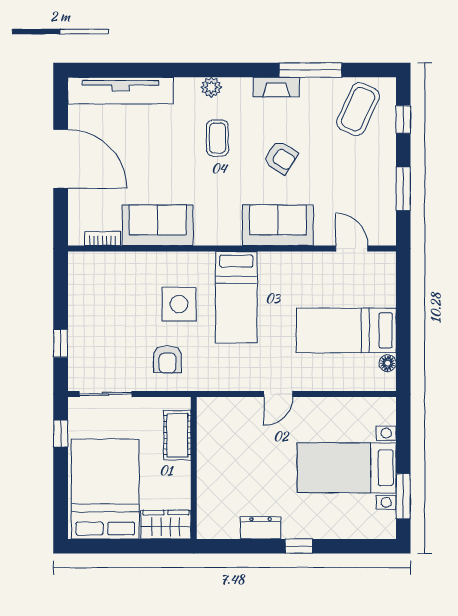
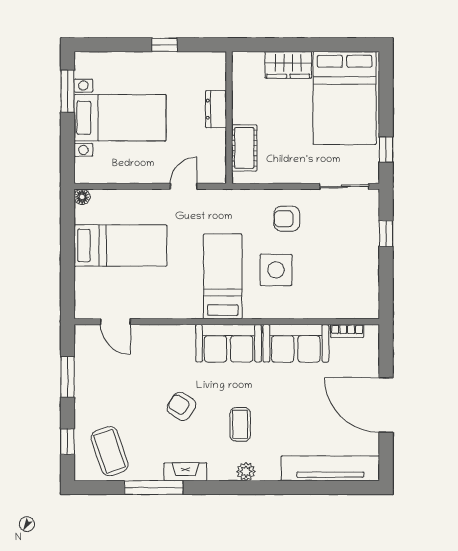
coffee table: (358, 109) -> (110, 451), turned -44
sofa: (278, 225) -> (229, 343), moved
armchair: (167, 359) -> (287, 219), turned -90
floor lamp: (388, 363) -> (82, 197), moved
cot: (177, 435) -> (244, 148), moved
wall: (194, 468) -> (229, 118), moved
dresser: (261, 528) -> (216, 109), moved, turned 90

